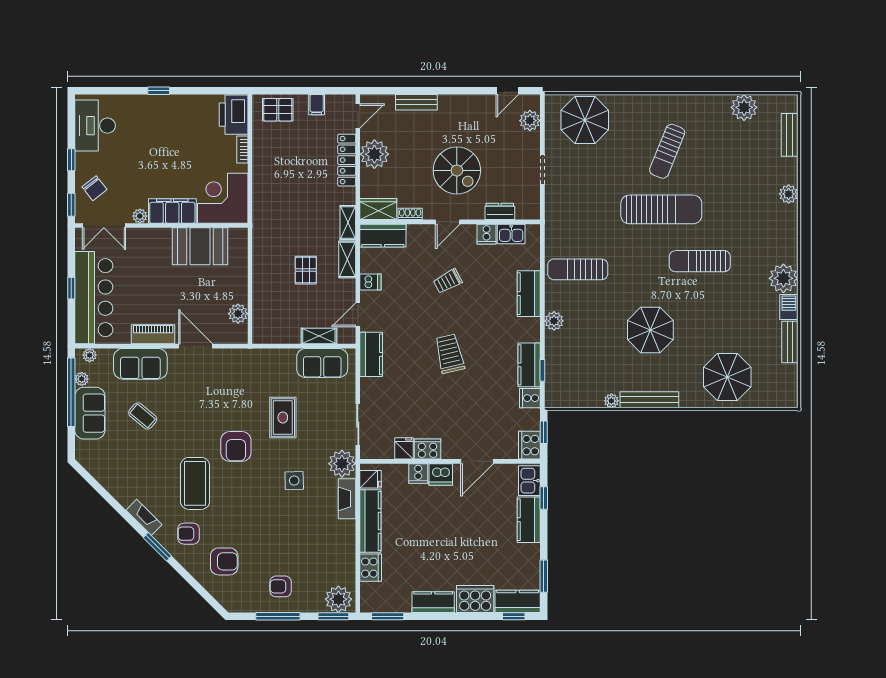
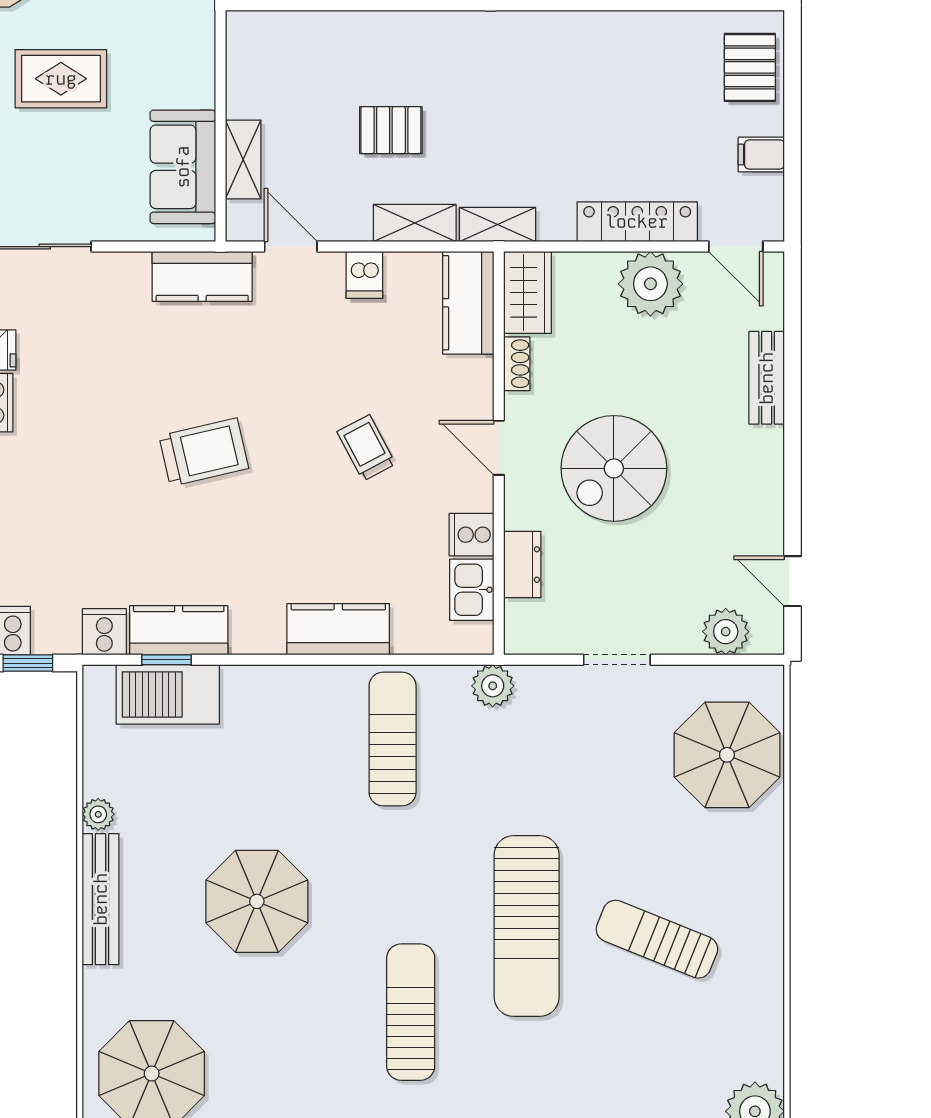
plant: (554, 321) -> (493, 686), moved
barbecue: (558, 370) -> (168, 694), added

